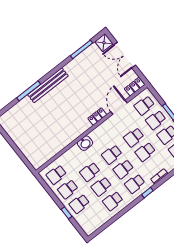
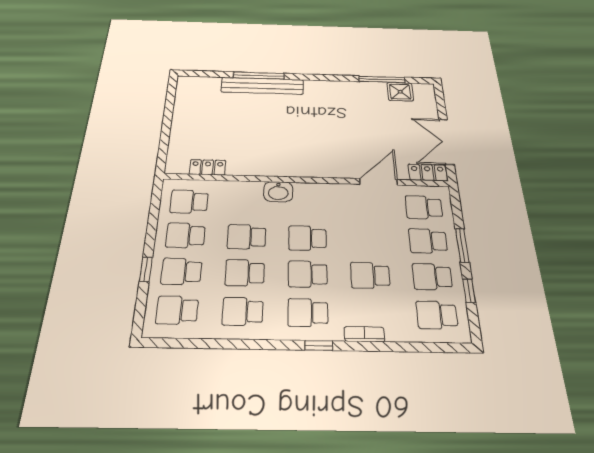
shower: (104, 43) -> (400, 92), moved
double door: (125, 55) -> (446, 142), moved
bench: (48, 85) -> (262, 86), moved
locker: (97, 116) -> (208, 167), moved
school desk: (134, 137) -> (177, 310), moved

